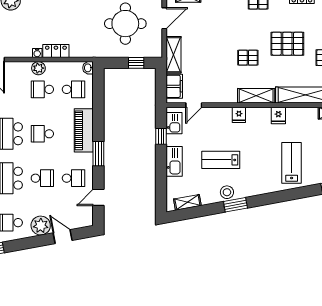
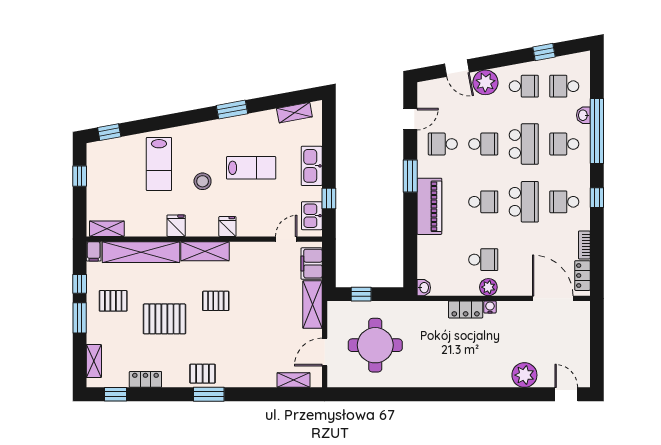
school desk: (73, 89) -> (443, 260), removed
school desk: (42, 178) -> (483, 144), turned 180
stool: (227, 192) -> (203, 181), moved

